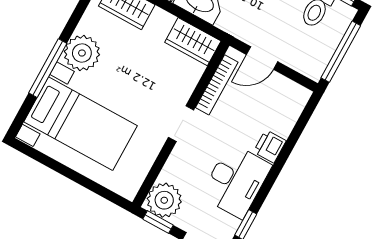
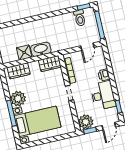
door: (262, 58) -> (87, 47), moved

